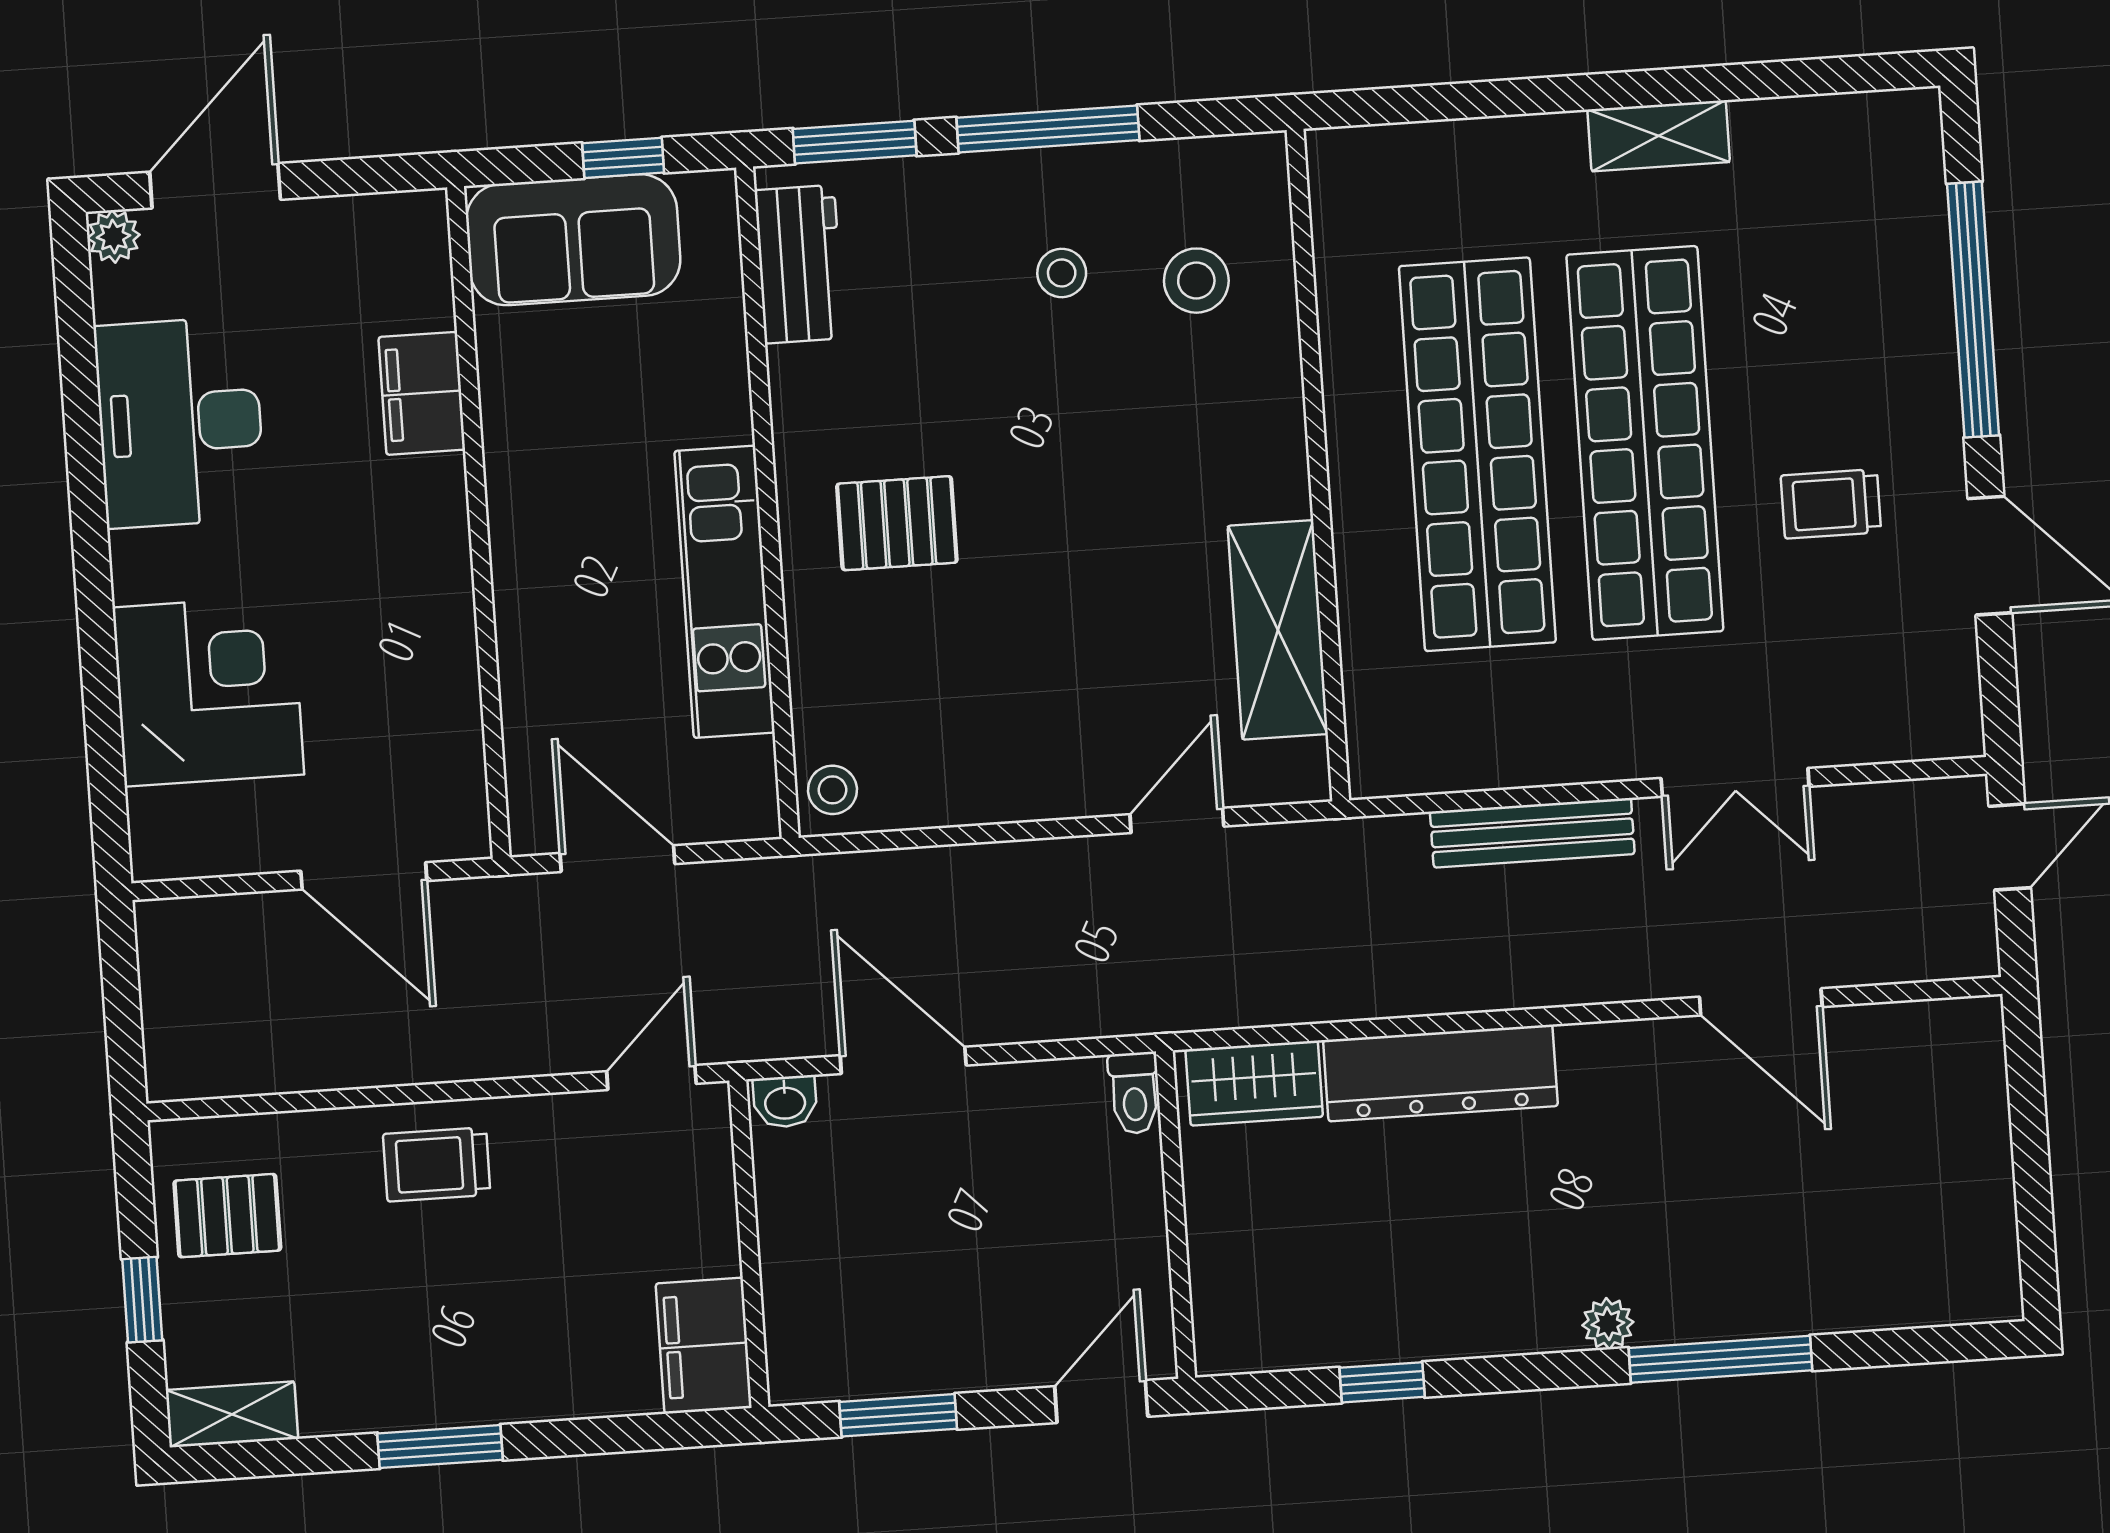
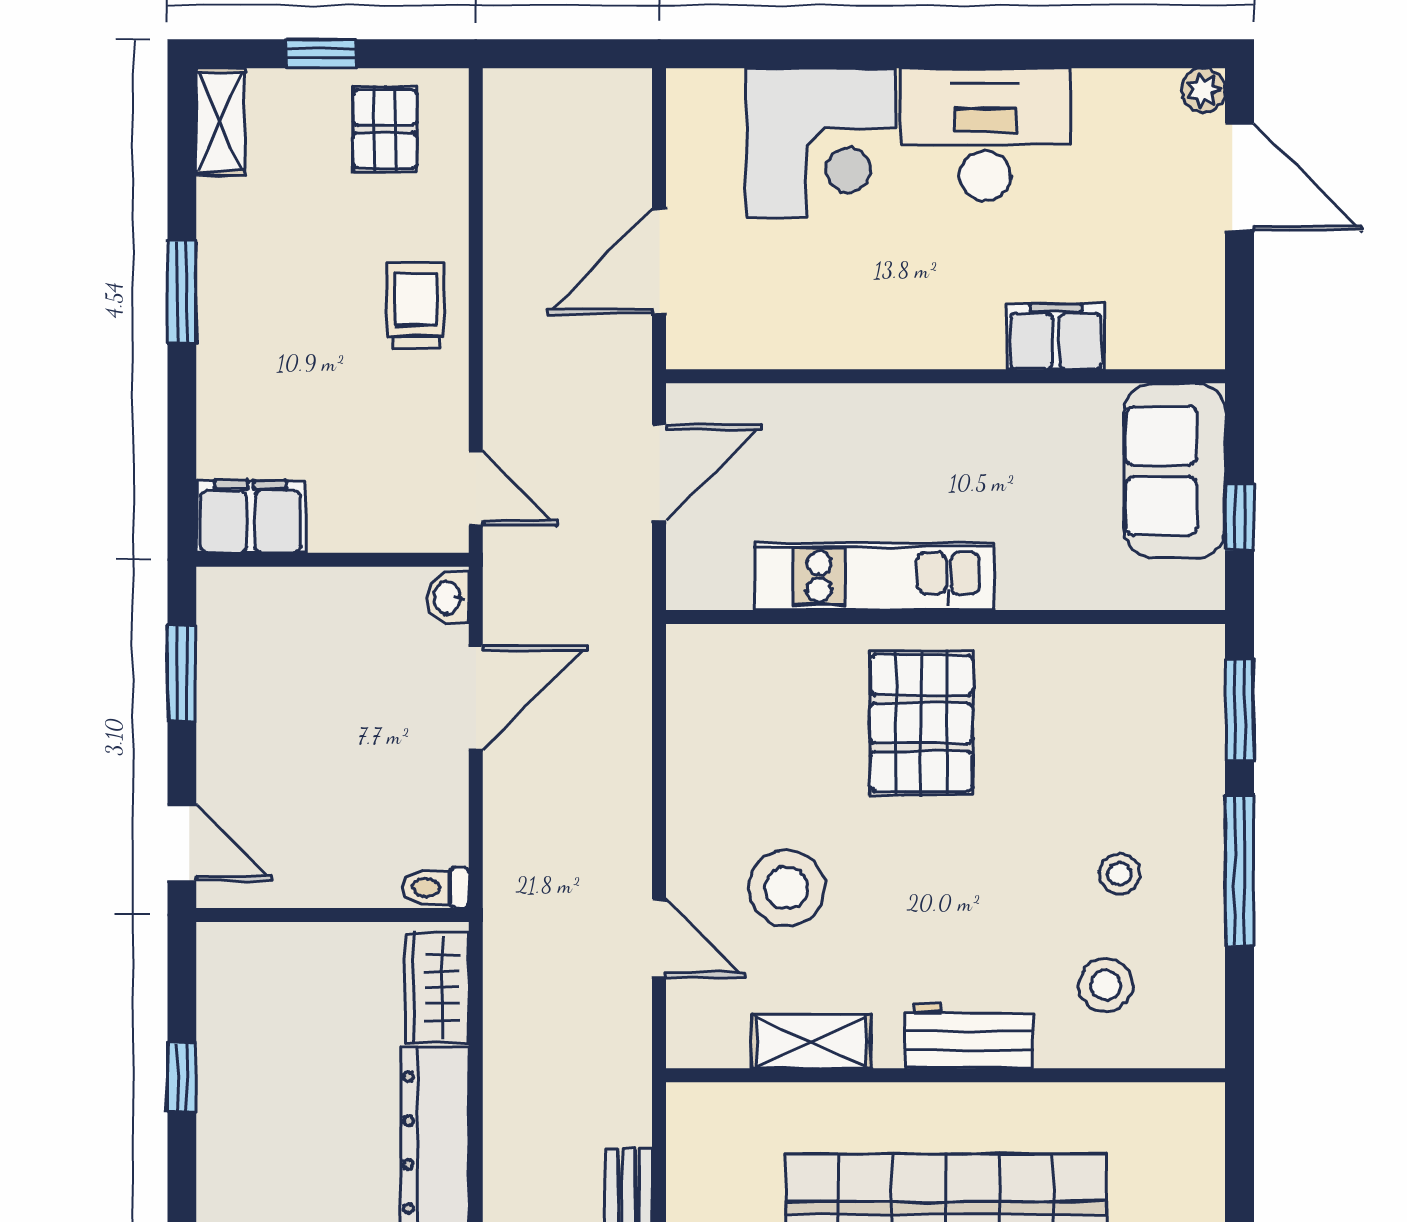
workbench: (799, 264) -> (969, 1035), moved, turned 180
desk: (180, 422) -> (985, 135), moved
pallet: (897, 523) -> (921, 723), width x1.50, depth x1.42
shelving: (1278, 630) -> (811, 1042), width x0.67, depth x0.75
stool: (832, 790) -> (787, 888), moved, width x1.89, depth x1.89

